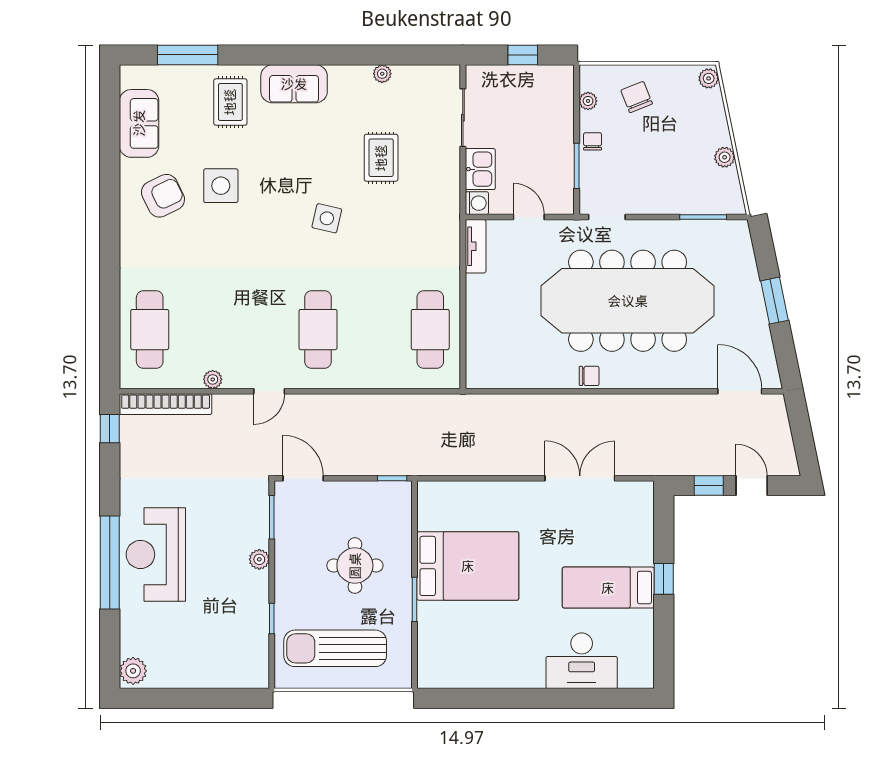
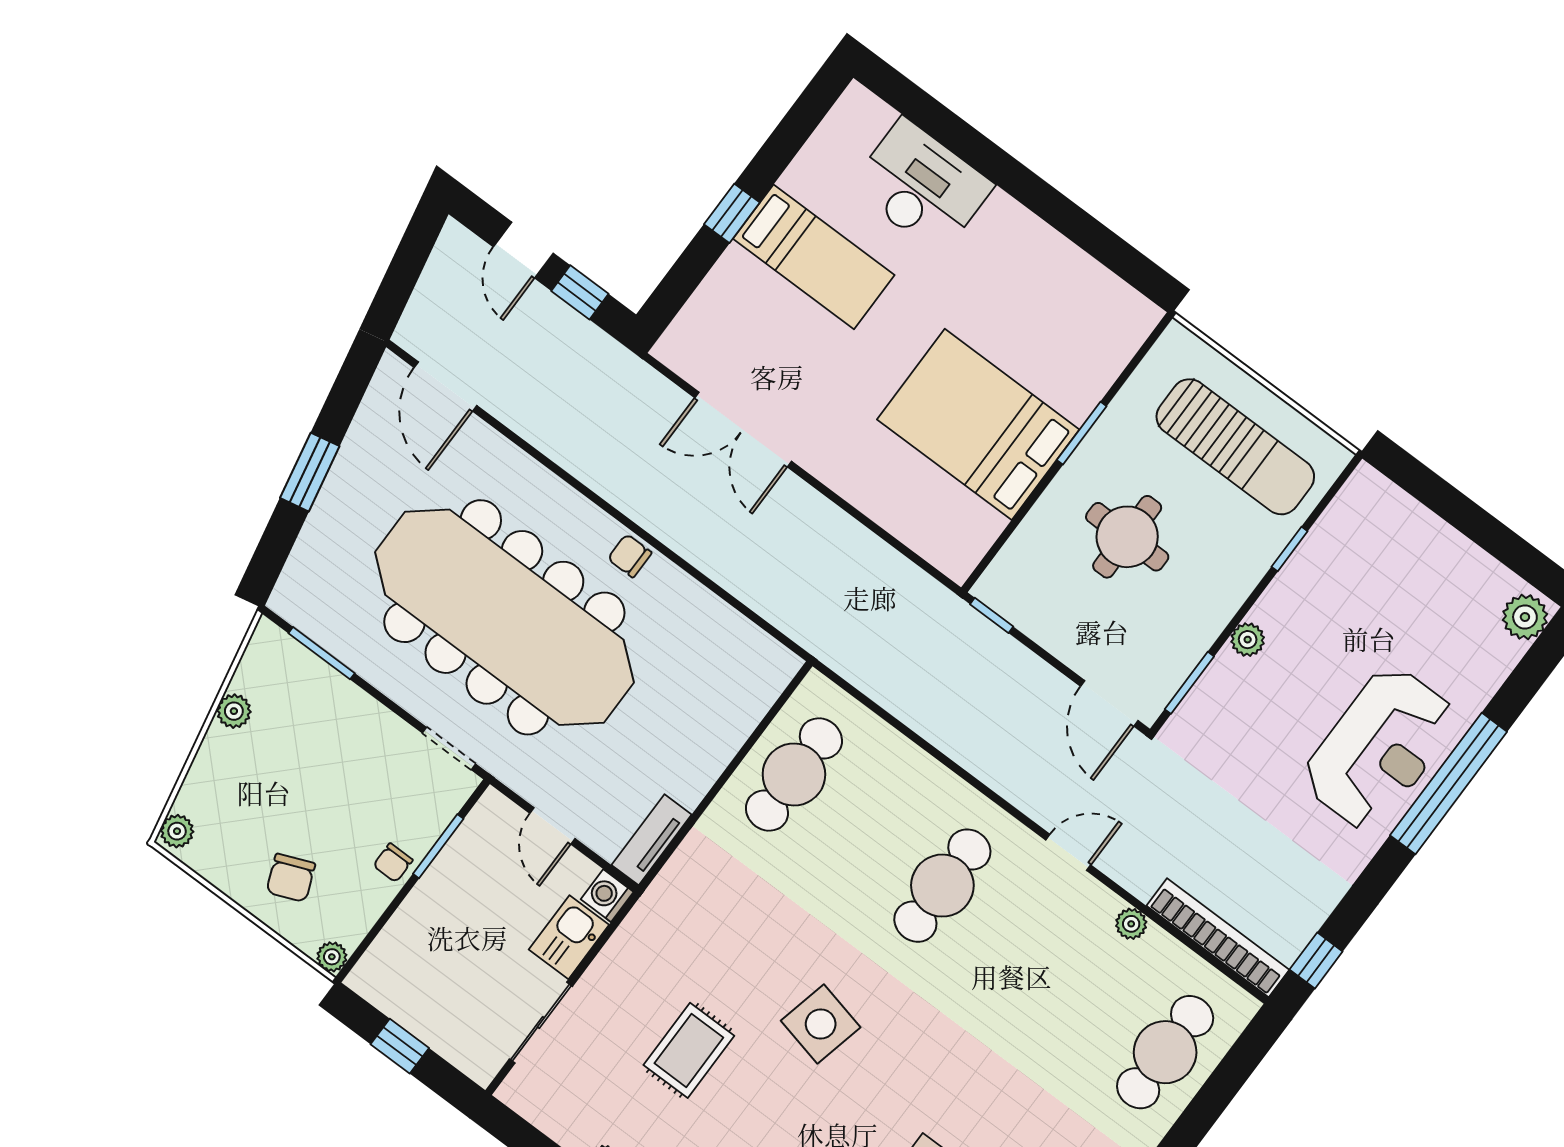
plant: (588, 101) -> (332, 957), moved
side table: (327, 218) -> (821, 1024), width x1.37, depth x1.37

